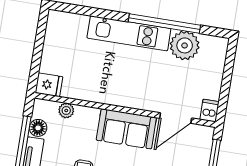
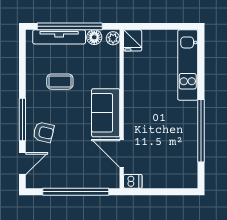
kitchen unit: (129, 33) -> (188, 65), moved
plant: (185, 45) -> (185, 151), removed
plant: (66, 110) -> (113, 38), moved

